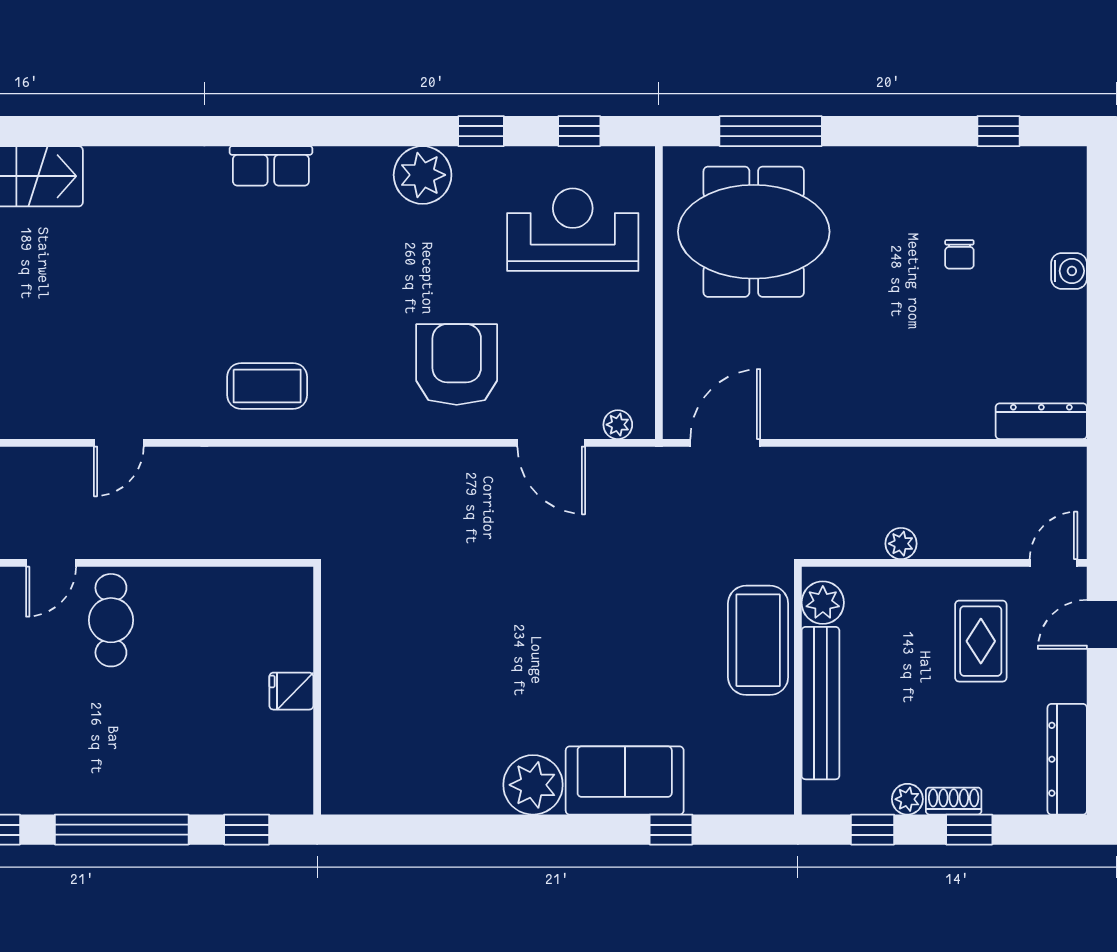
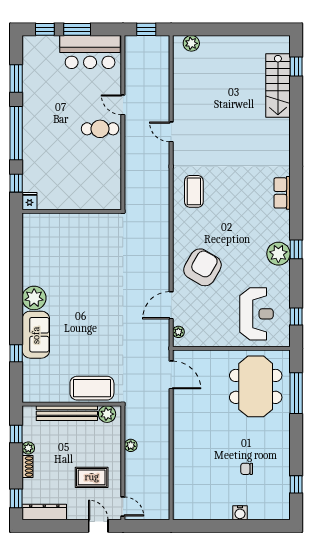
window: (481, 131) -> (296, 249), moved
armchair: (457, 365) -> (202, 267), turned -60
dresser: (1041, 421) -> (180, 502), removed
fridge: (291, 691) -> (30, 201), moved
window: (969, 830) -> (16, 498), moved

